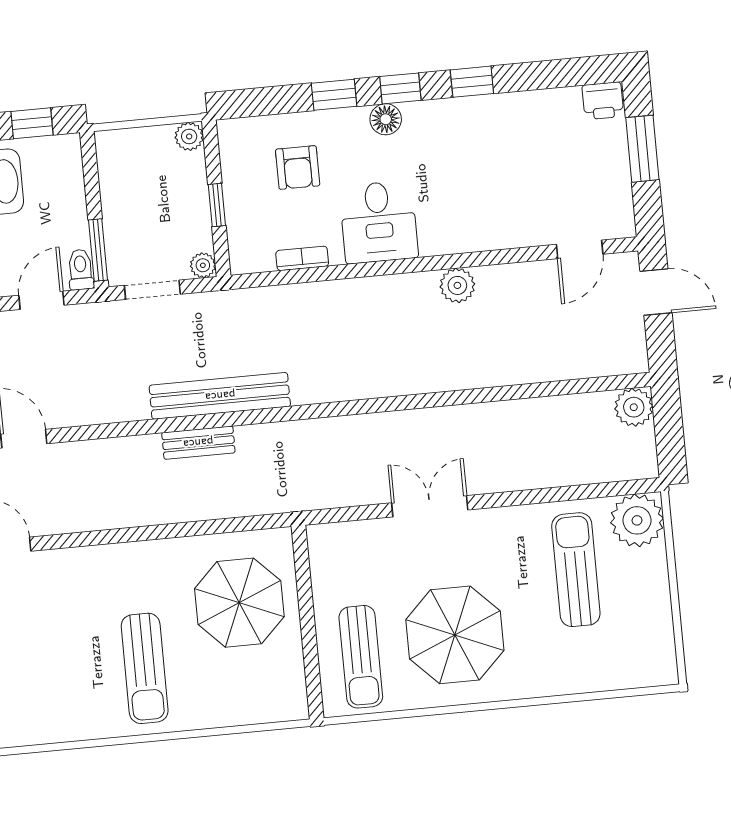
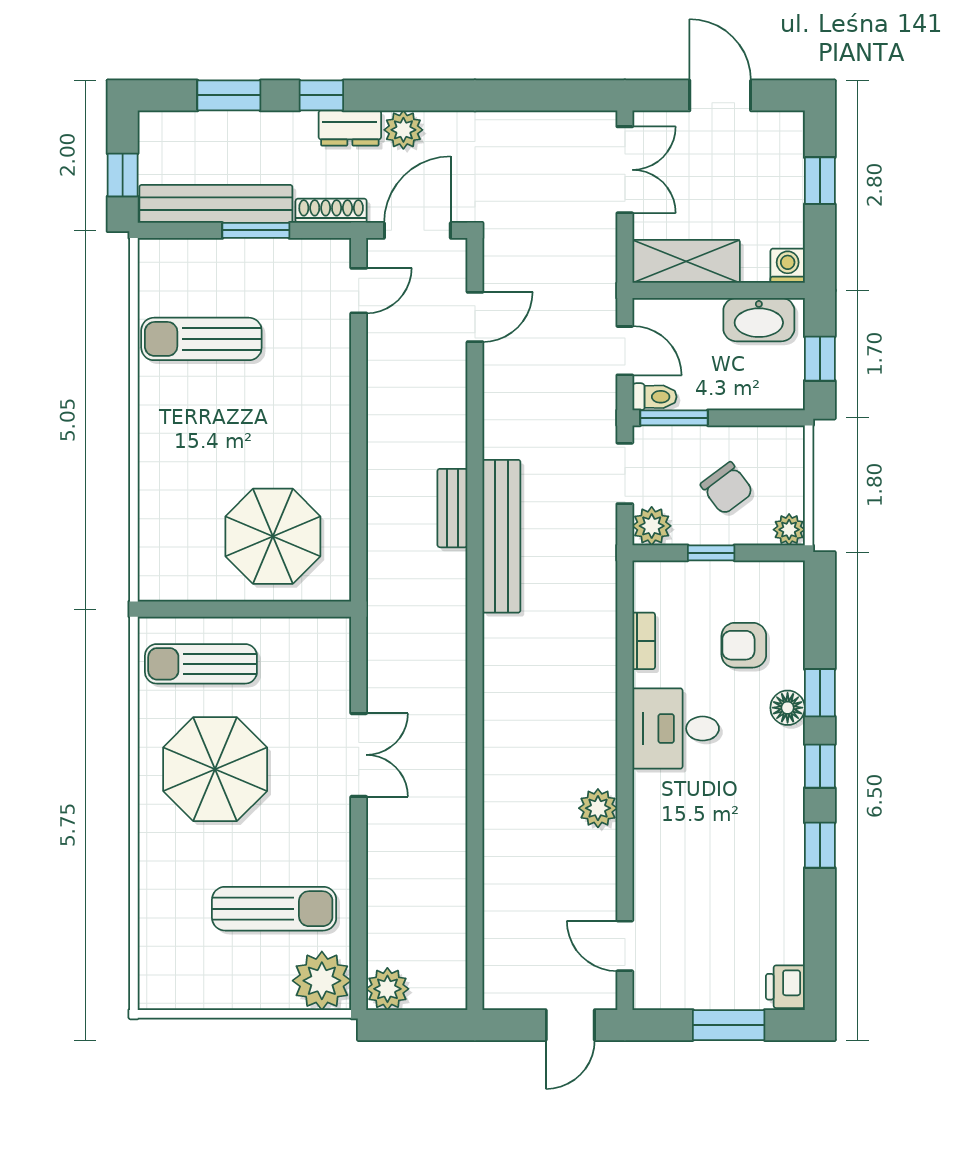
floor lamp: (386, 119) -> (788, 708), moved
chair: (157, 196) -> (727, 488), added
plant: (203, 265) -> (652, 526), width x1.38, depth x1.38
plant: (634, 407) -> (387, 989), moved
sun lounger: (145, 668) -> (201, 339), moved

